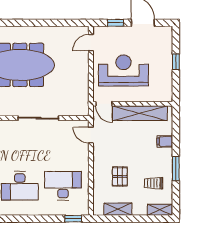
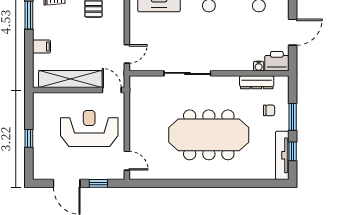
door: (91, 43) -> (127, 161), hinge flipped
reception desk: (123, 70) -> (89, 128), turned 180
door: (91, 135) -> (127, 54), hinge flipped

